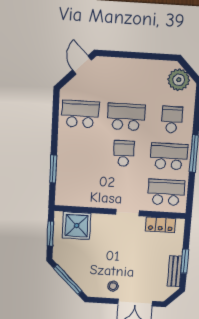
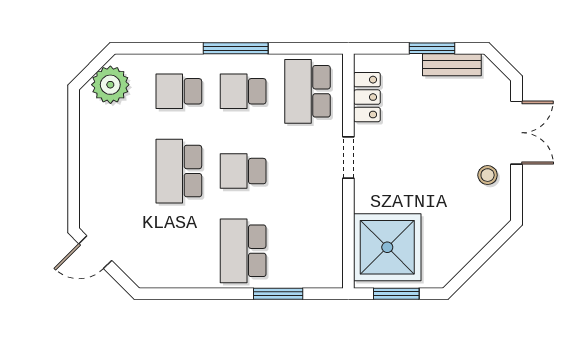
school desk: (80, 114) -> (243, 251), moved
school desk: (169, 156) -> (243, 91), width x0.54
shower: (77, 226) -> (387, 247), width x1.37, depth x1.37
window: (68, 280) -> (481, 258), removed

